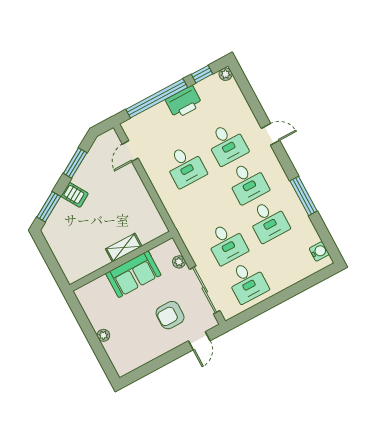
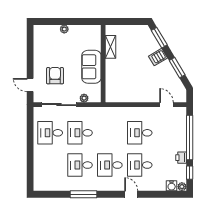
printer: (184, 102) -> (181, 158), width x0.53, depth x0.68
door: (270, 134) -> (131, 194), swing flipped
shelving: (124, 248) -> (111, 47), moved
water cooler: (319, 251) -> (172, 186), moved

